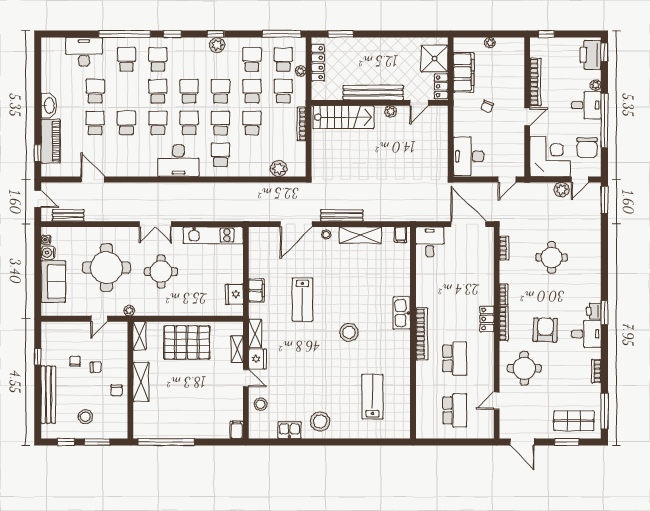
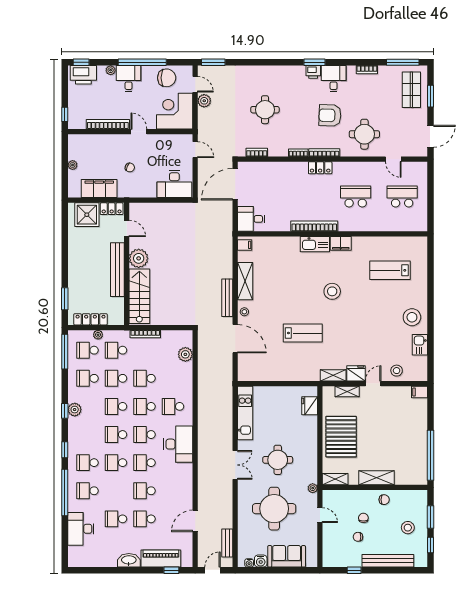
plant: (391, 111) -> (139, 258), width x1.88, depth x1.88
filing cabinet: (256, 291) -> (341, 243), moved, turned 180
fridge: (234, 294) -> (310, 406), moved, turned 90
bookcase: (422, 334) -> (314, 226), moved

